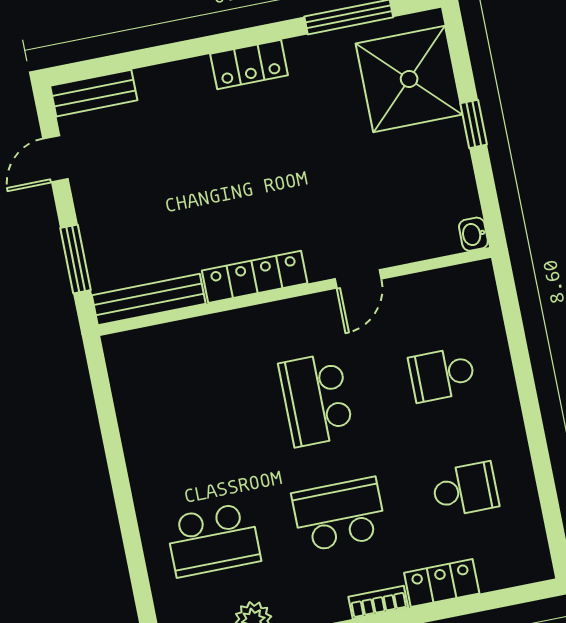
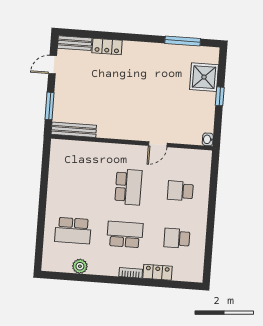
locker: (249, 65) -> (107, 46), moved
shower: (409, 79) -> (204, 77), width x0.73, depth x0.73
locker: (255, 277) -> (118, 132), removed
school desk: (316, 400) -> (128, 187), turned 180
school desk: (465, 489) -> (177, 238), turned 180

